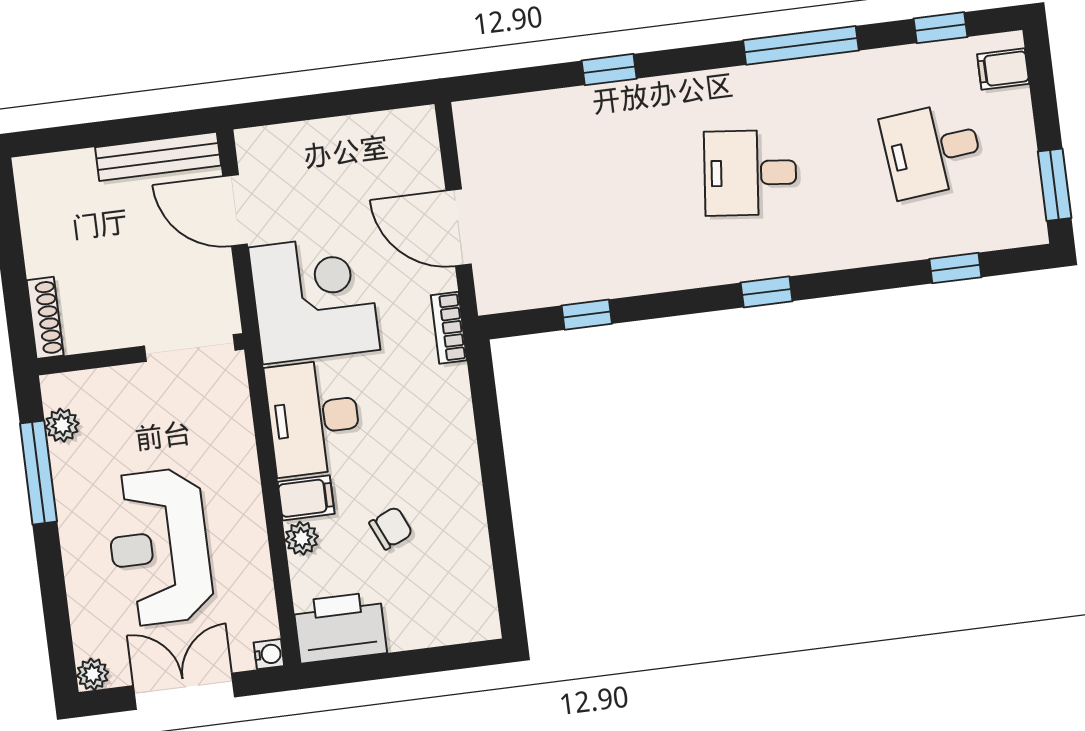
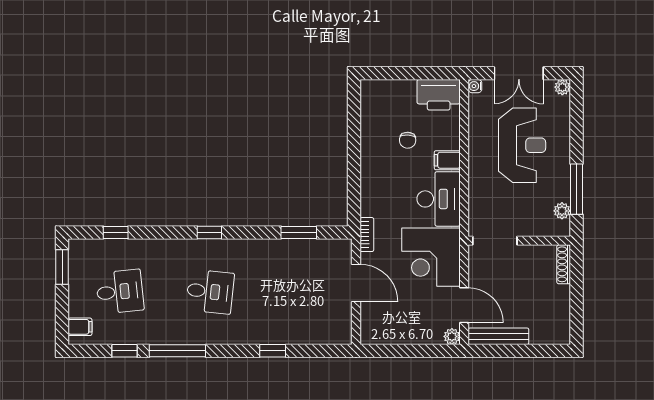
window: (941, 28) -> (125, 351), moved
window: (587, 315) -> (299, 232), width x1.50
chair: (391, 528) -> (408, 140), turned -62
plant: (302, 538) -> (452, 336), moved

